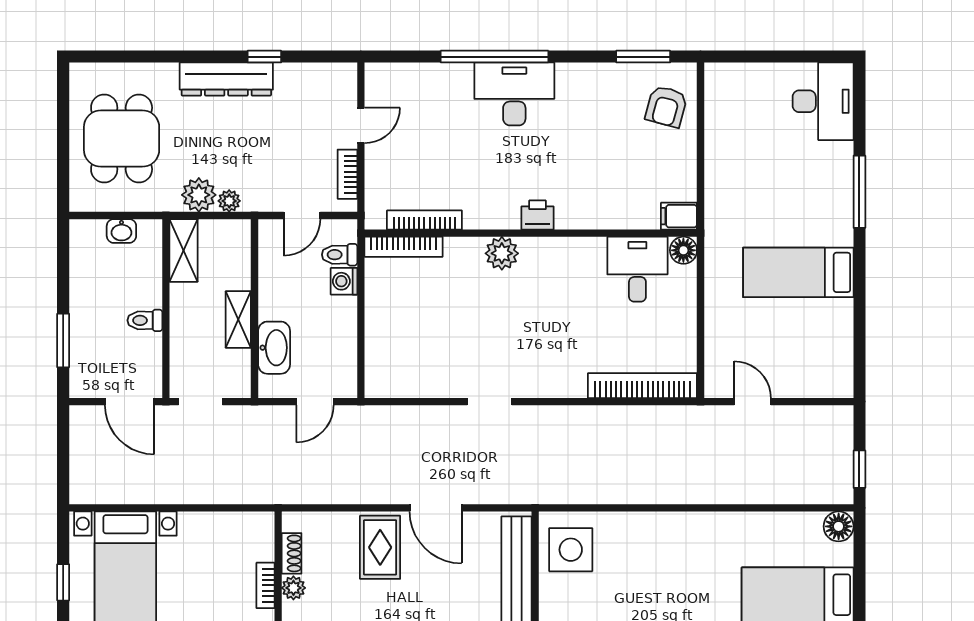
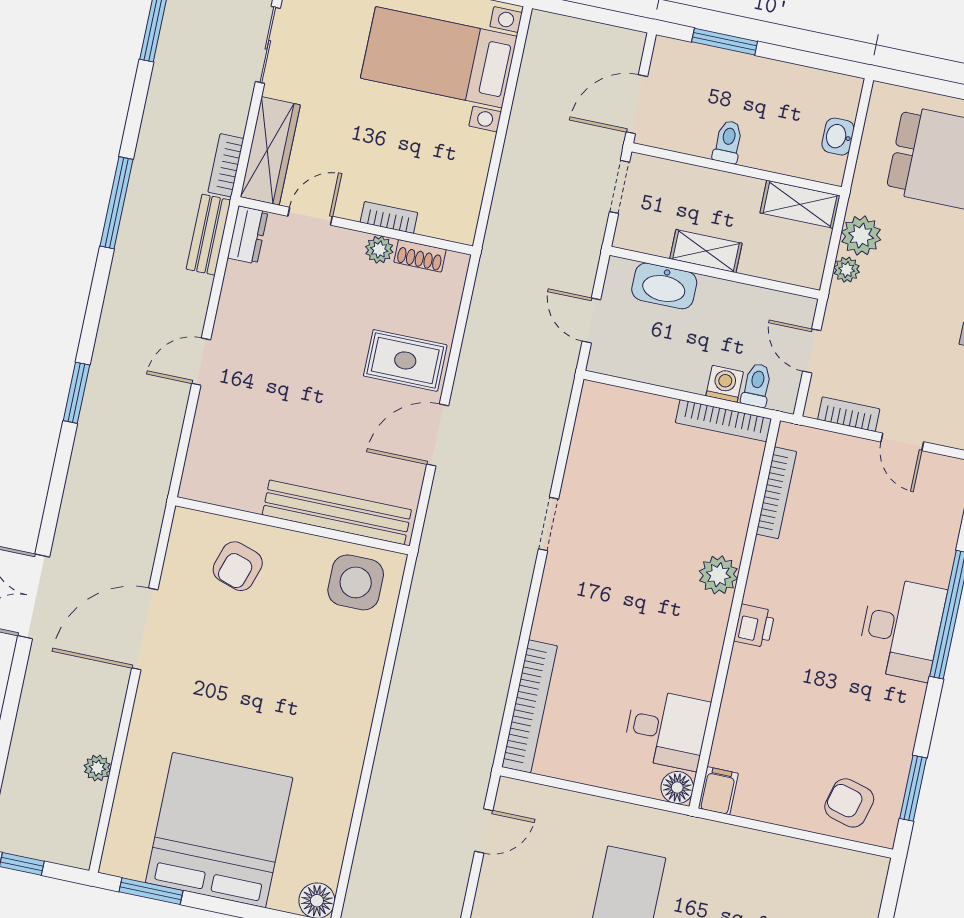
bookcase: (404, 247) -> (723, 421), moved, turned -90

